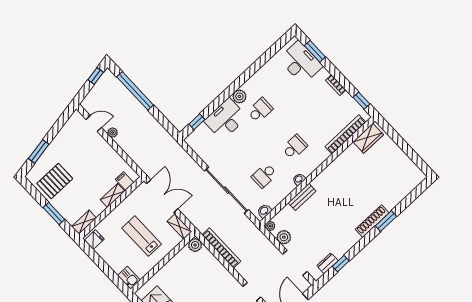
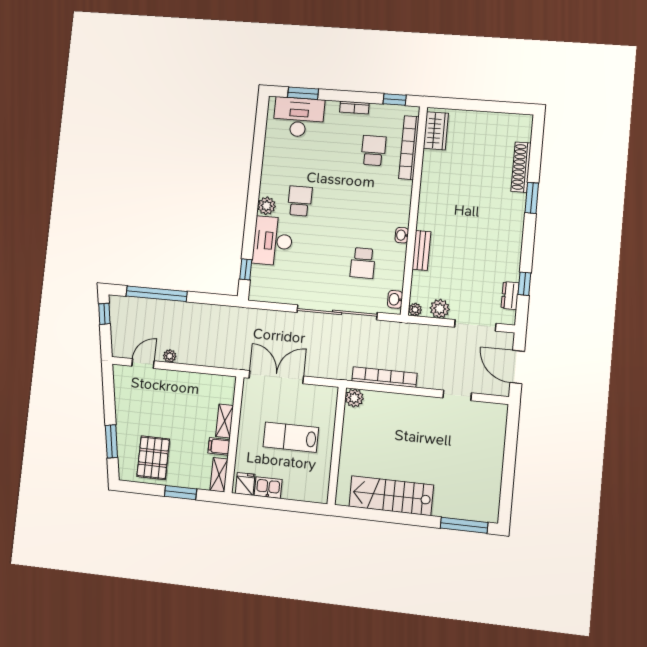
school desk: (295, 147) -> (373, 151), moved
filing cabinet: (125, 181) -> (219, 446), moved
shoe rack: (372, 221) -> (521, 167), moved
shelving: (179, 226) -> (321, 393), removed
kitchen sink: (129, 278) -> (268, 488), moved

